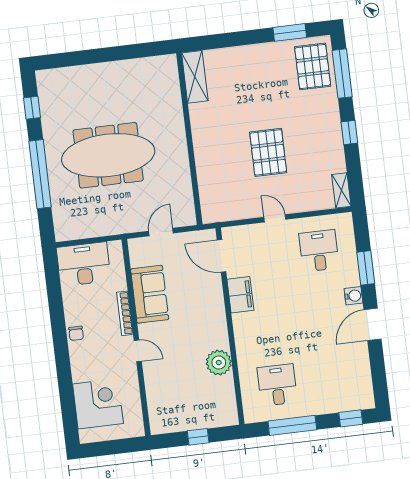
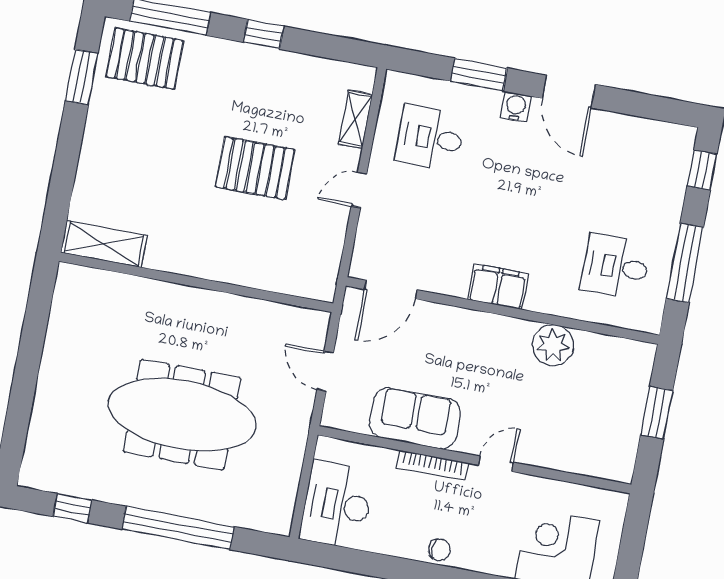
meeting table: (108, 155) -> (182, 415), turned 90
shelving: (341, 190) -> (355, 119), moved, turned 90
filing cabinet: (240, 295) -> (498, 287), moved
window: (198, 437) -> (657, 413), width x1.50

